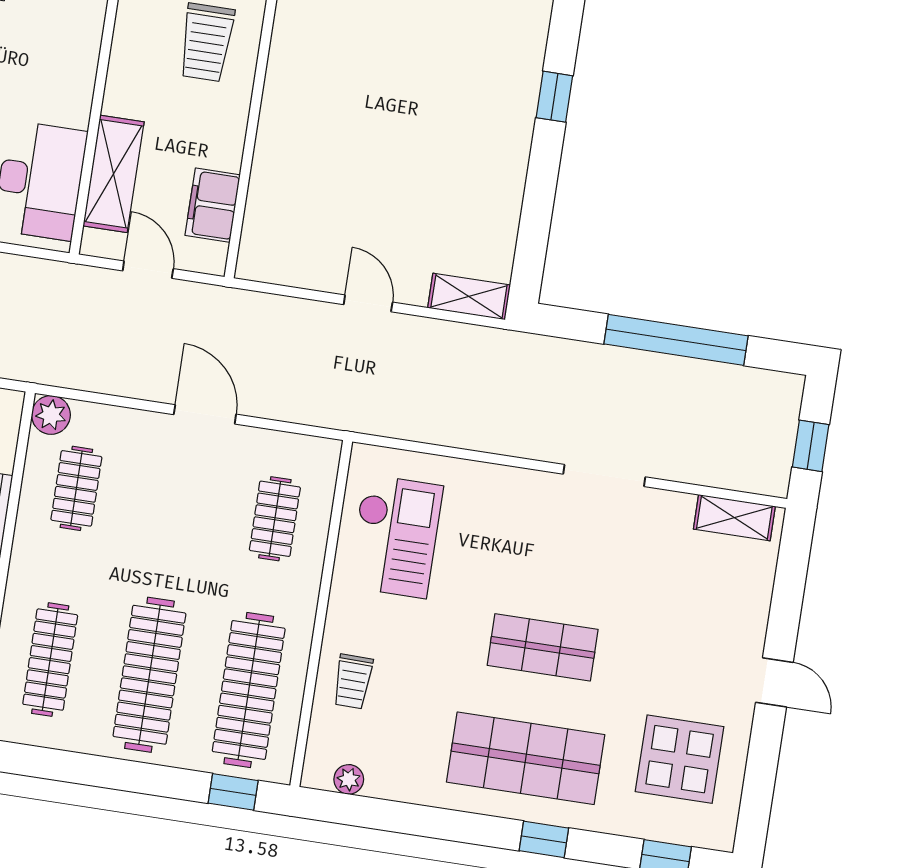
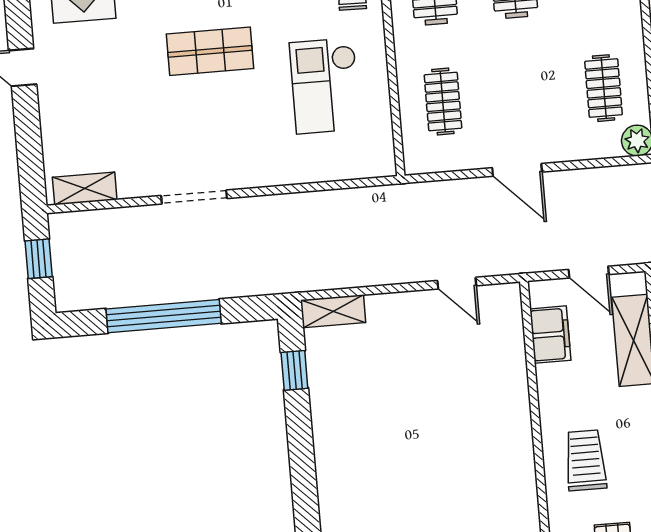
window: (554, 97) -> (294, 370), moved
door: (368, 303) -> (457, 283), moved
checkout: (395, 536) -> (325, 86), moved

